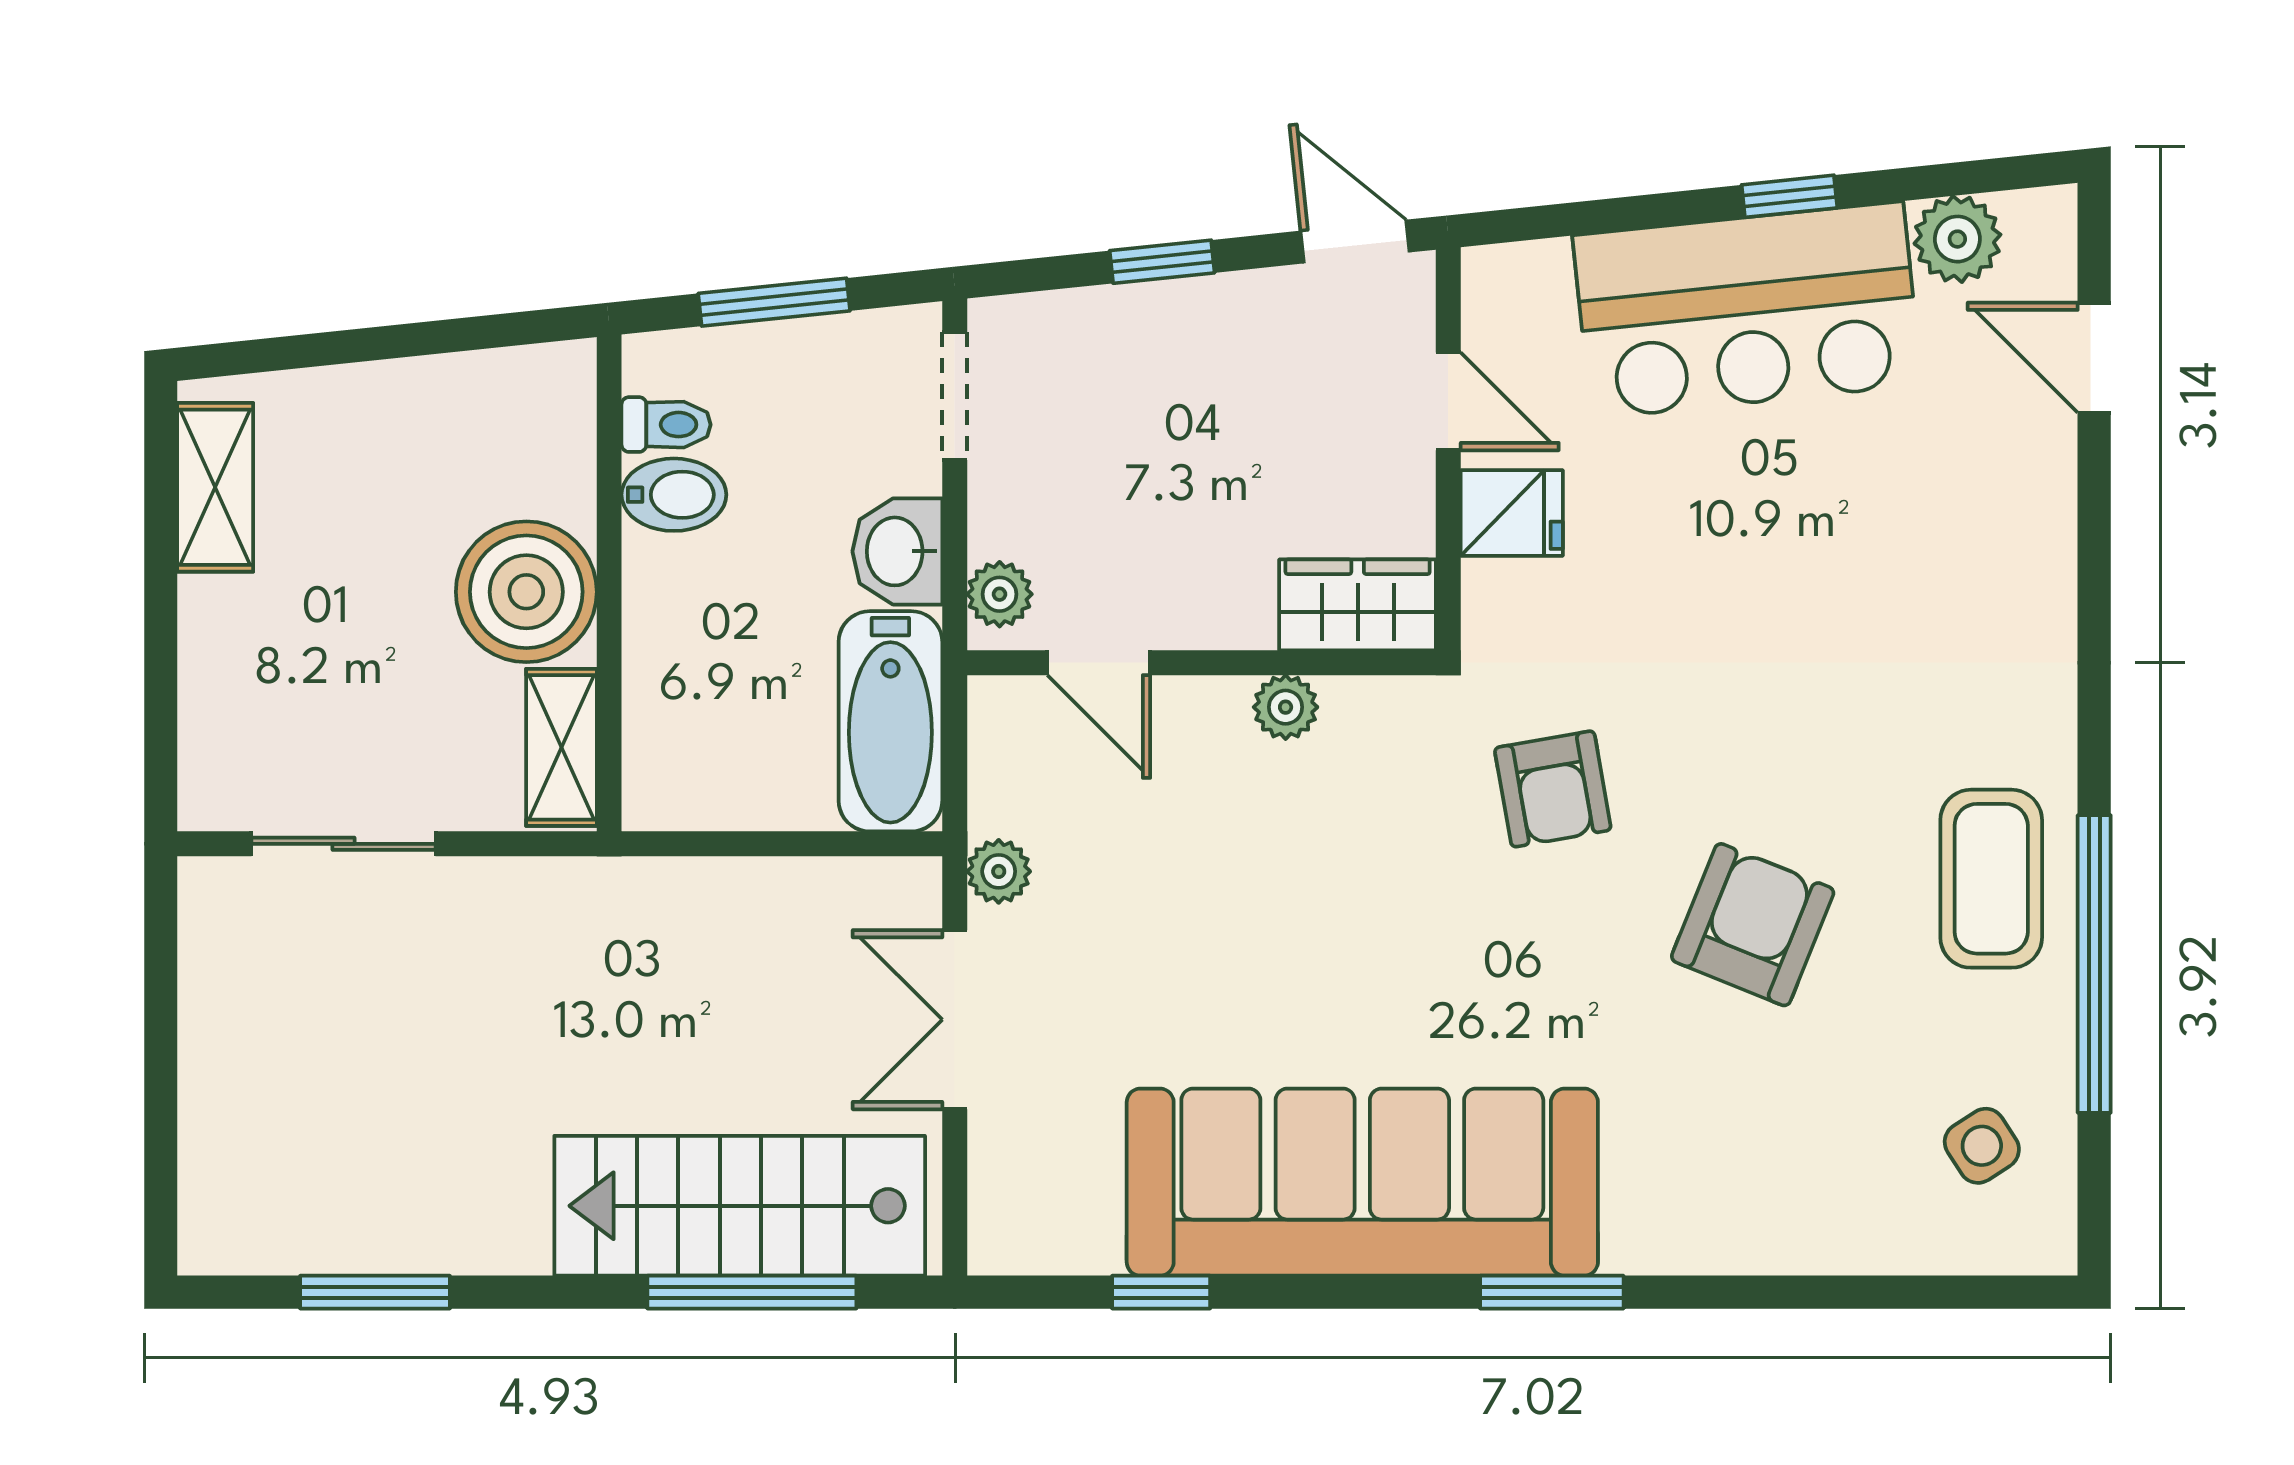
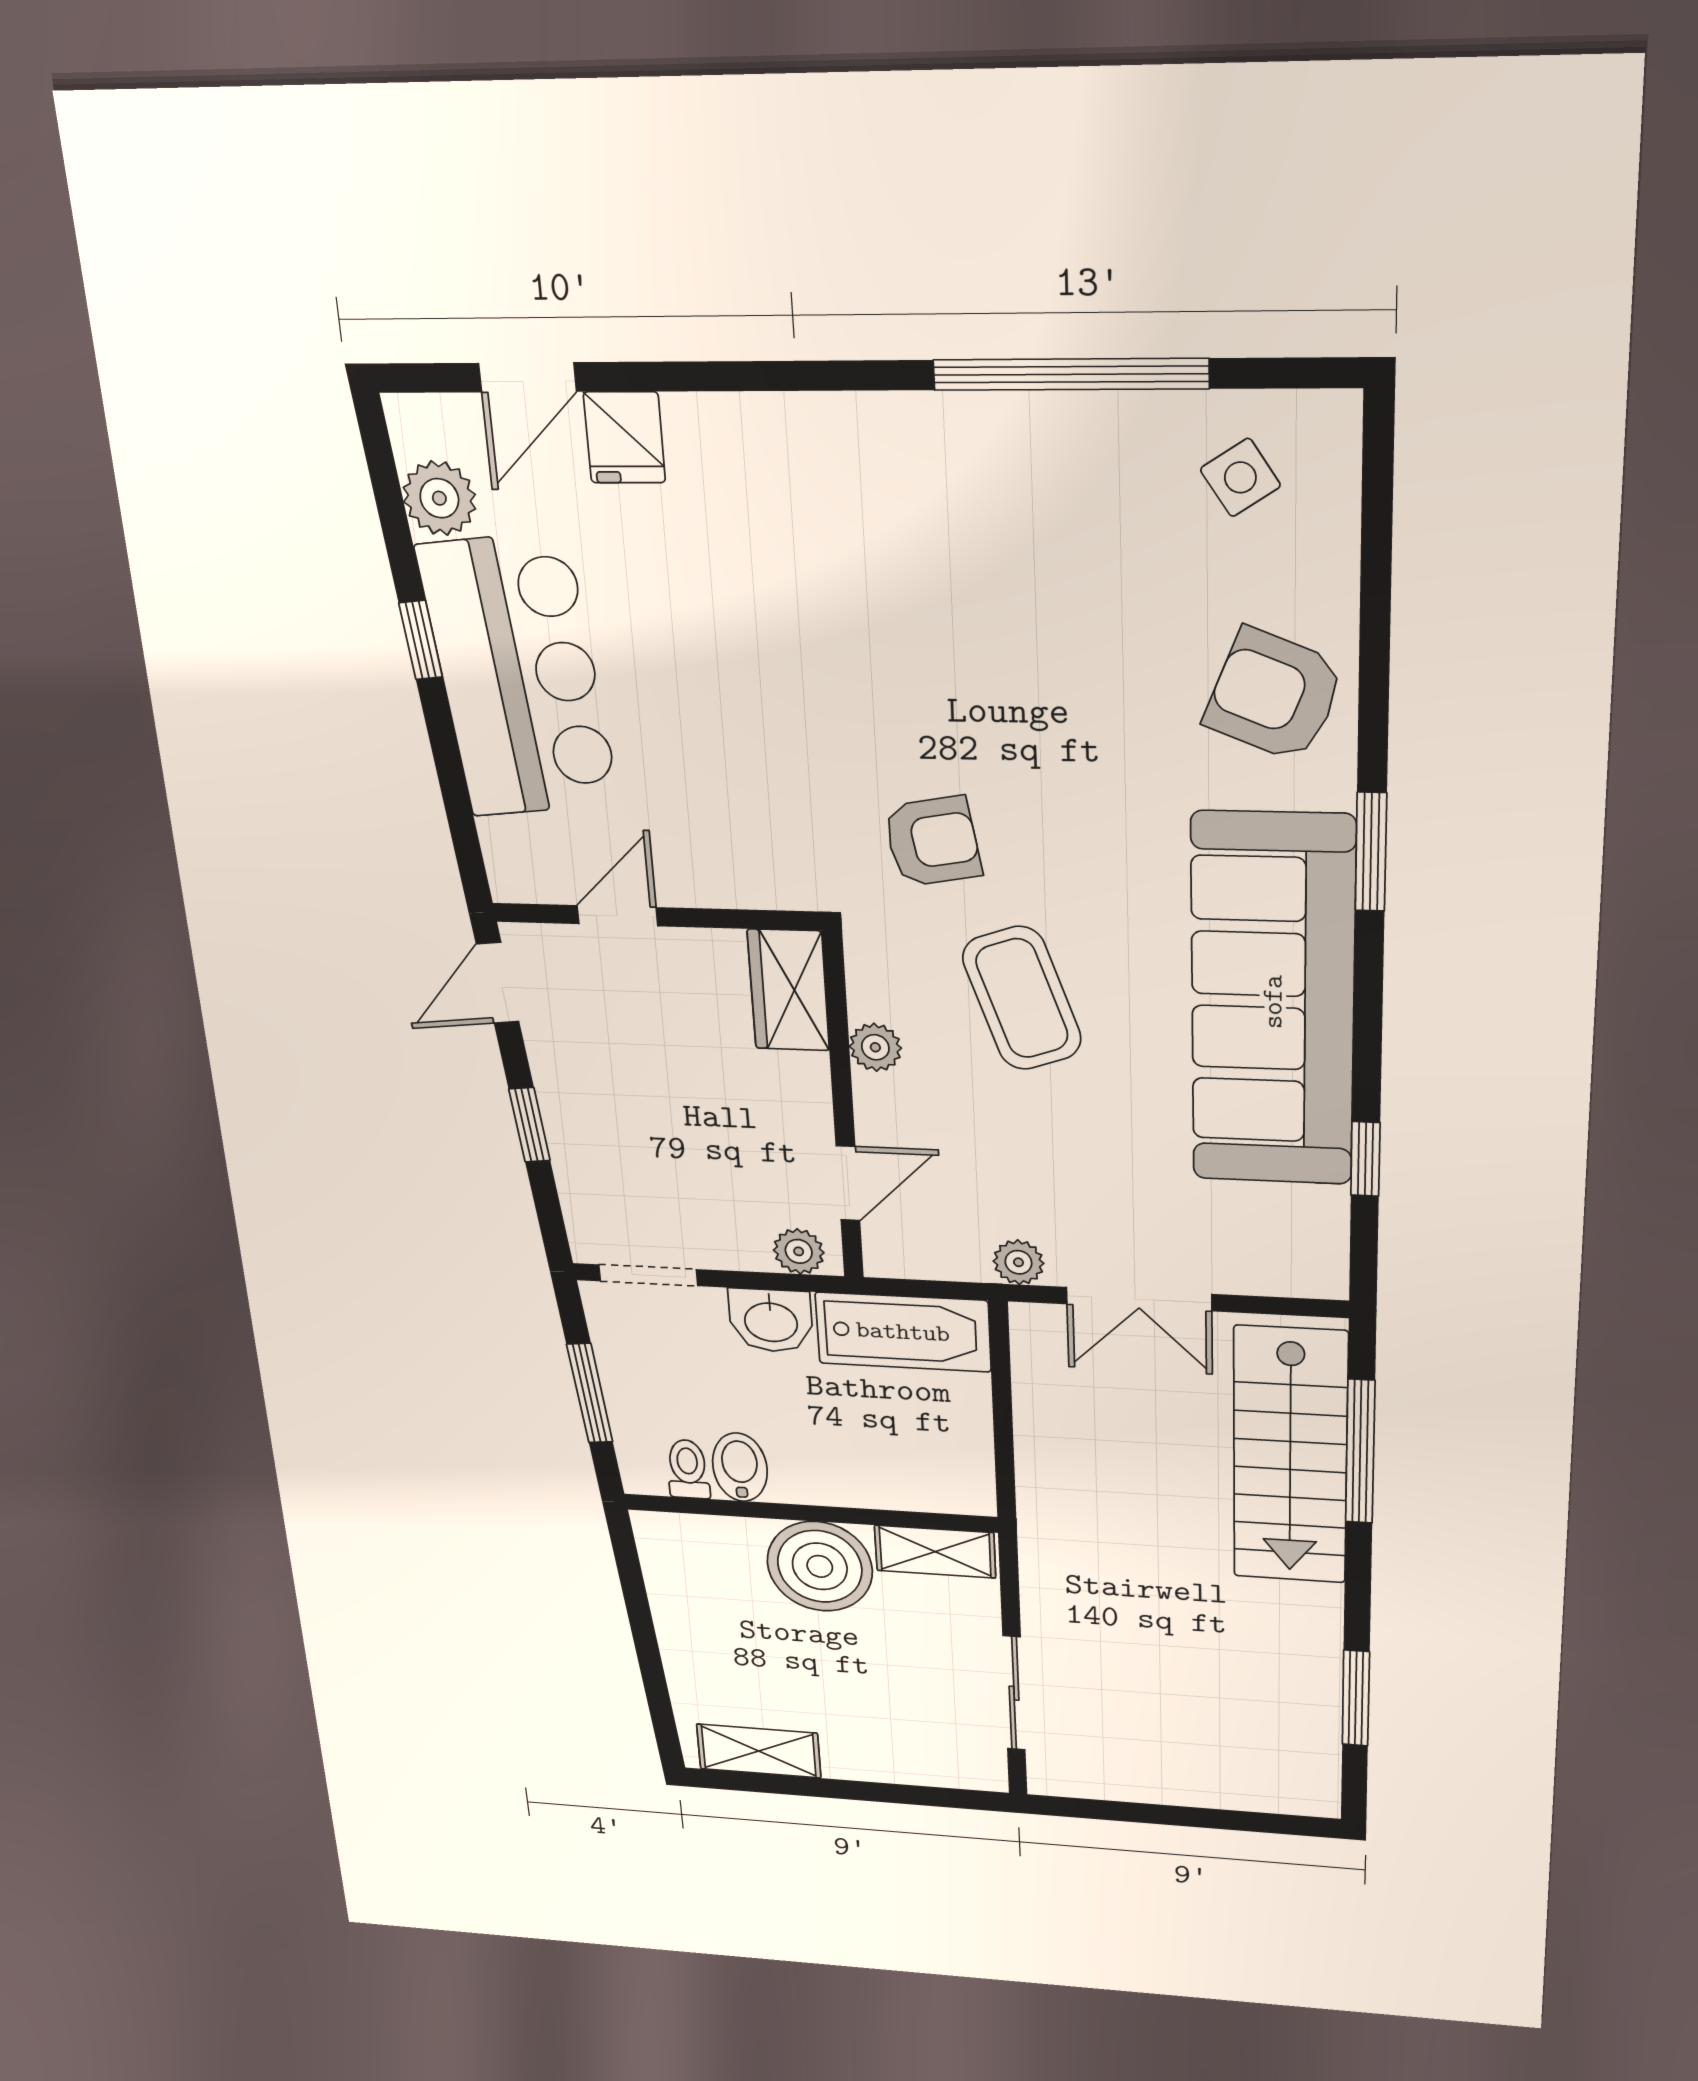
fridge: (1512, 513) -> (624, 437), moved, turned 180
coffee table: (1991, 879) -> (1022, 998), moved, turned 71
armchair: (1753, 925) -> (1274, 695), moved

